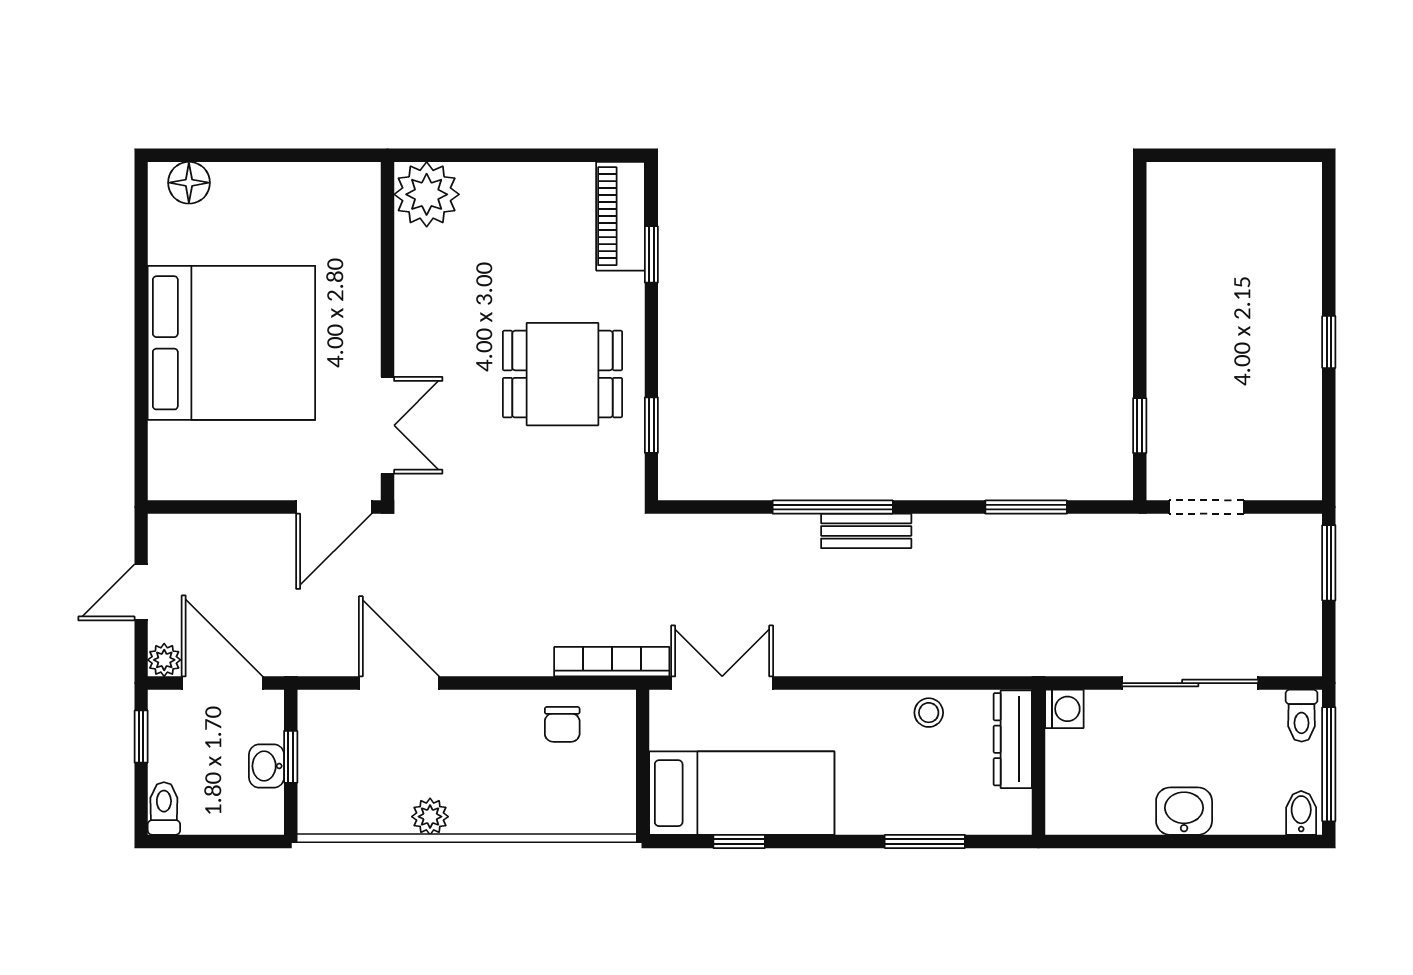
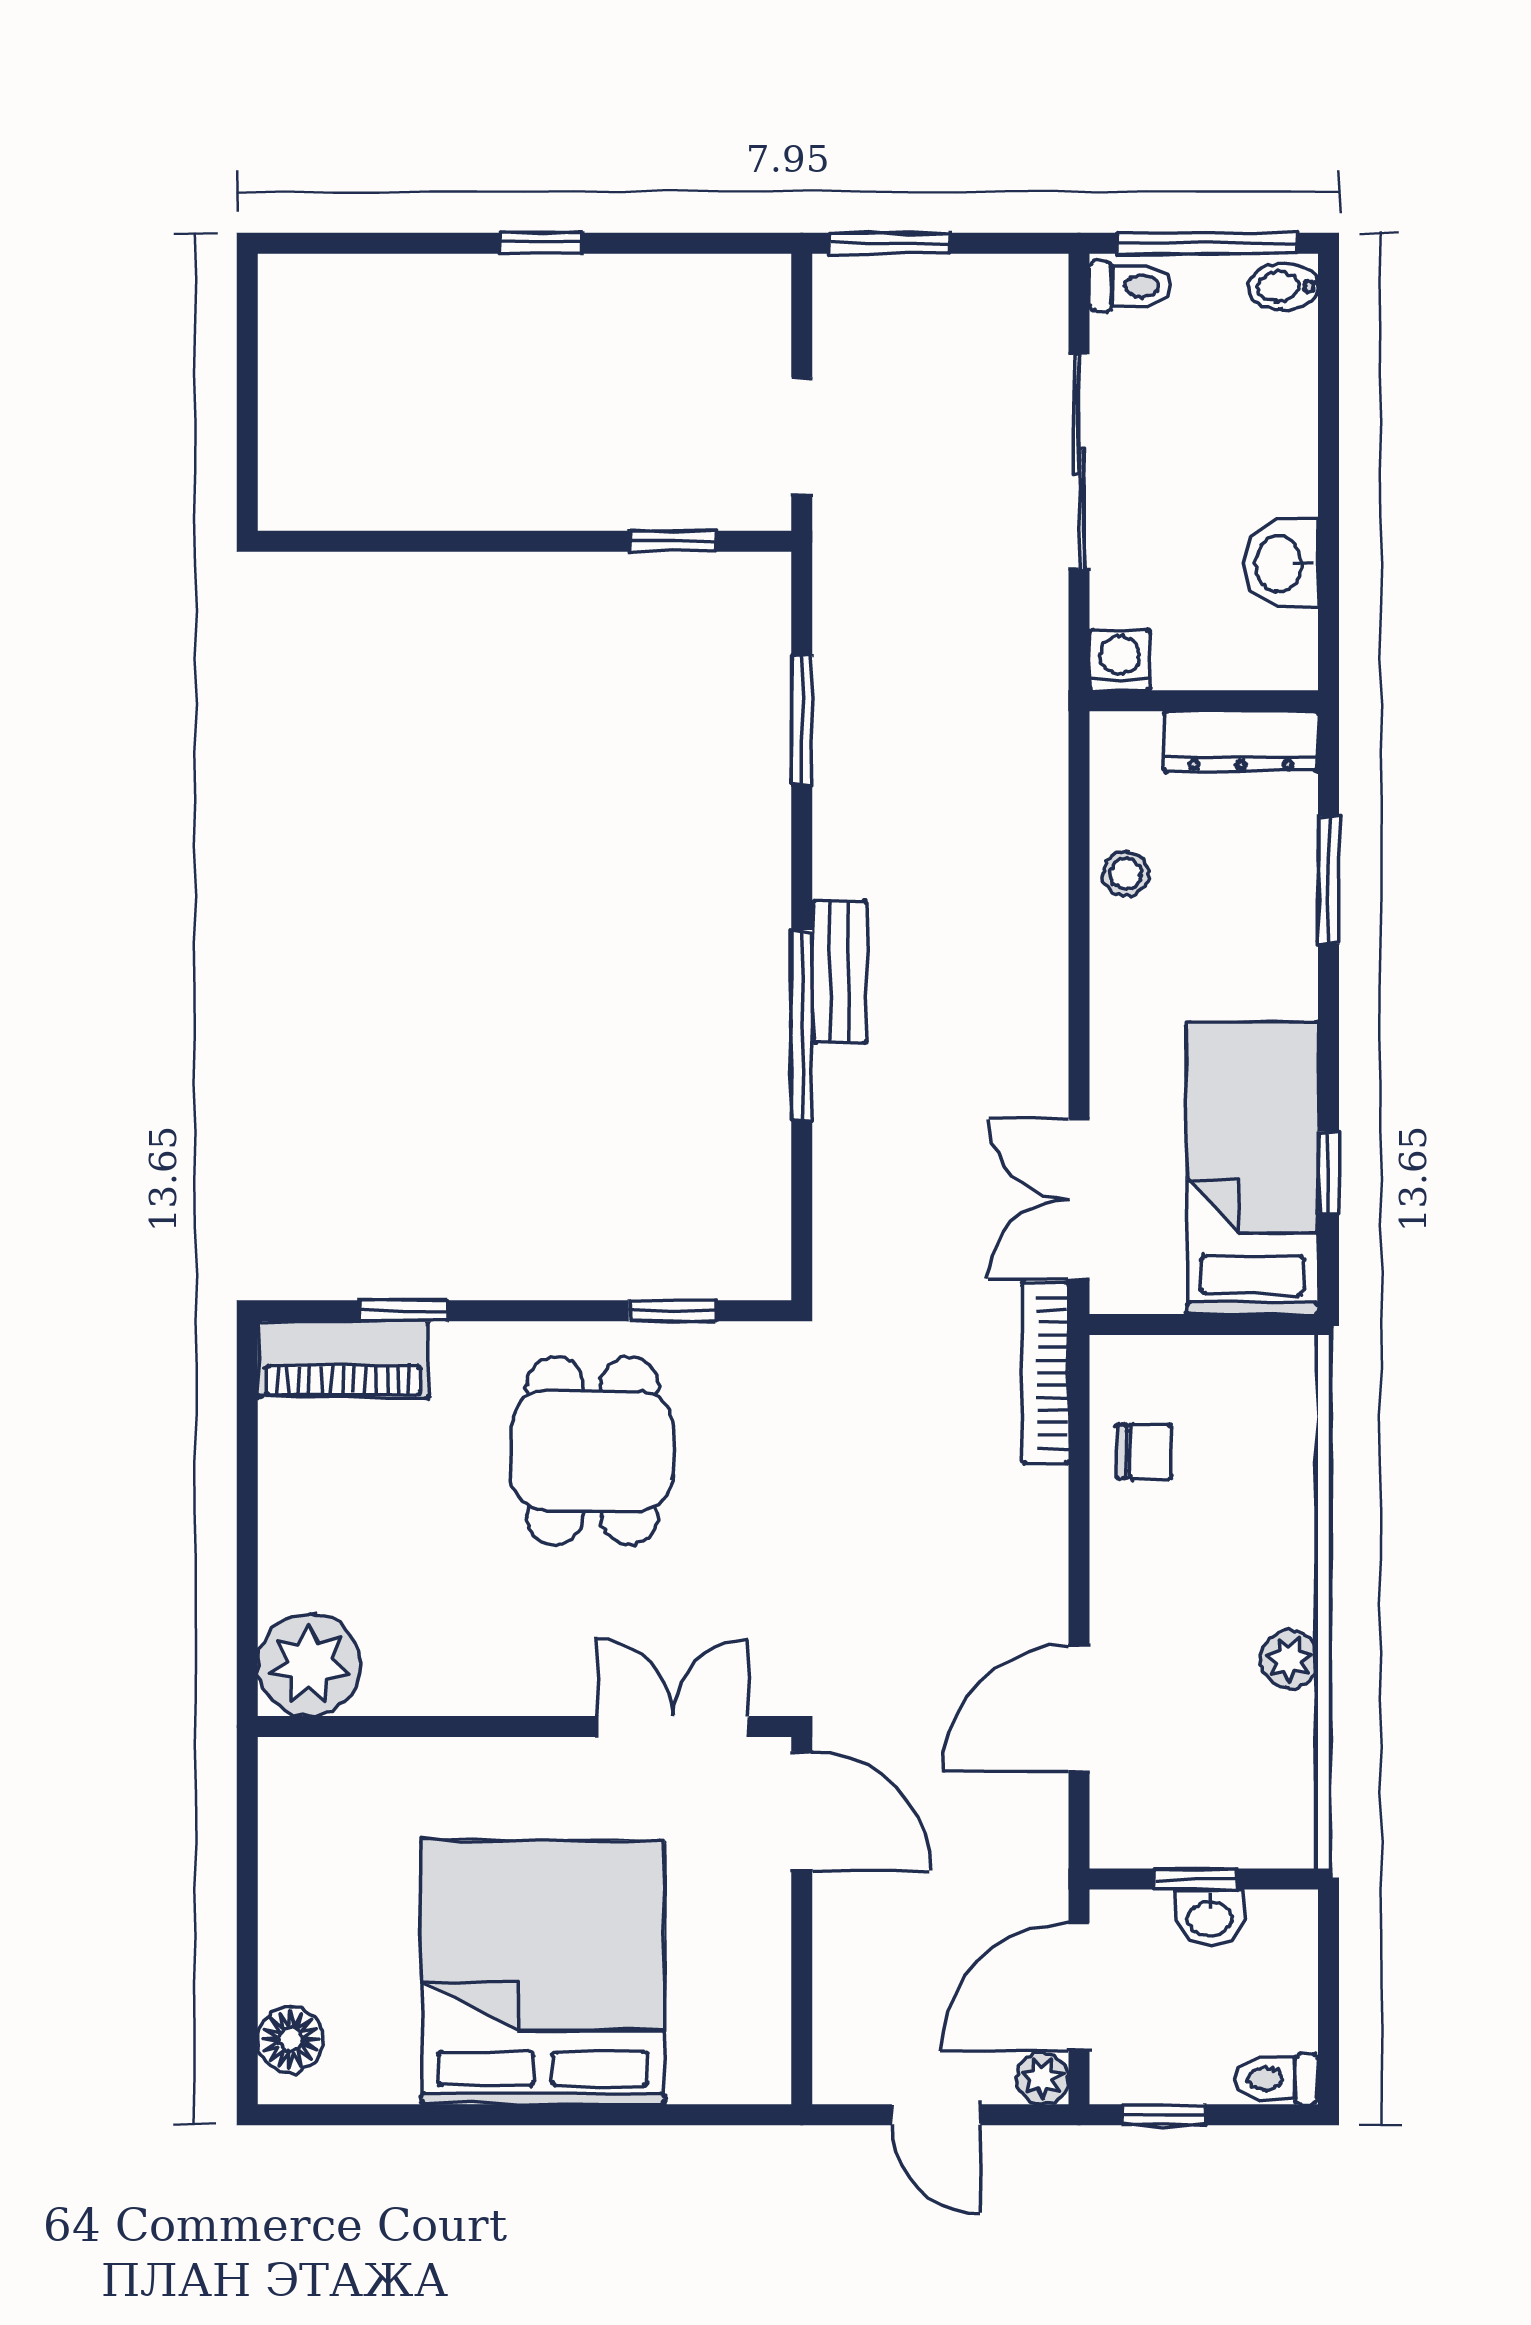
dresser: (1013, 739) -> (1241, 741), moved
washbasin: (1184, 811) -> (1281, 563), moved

